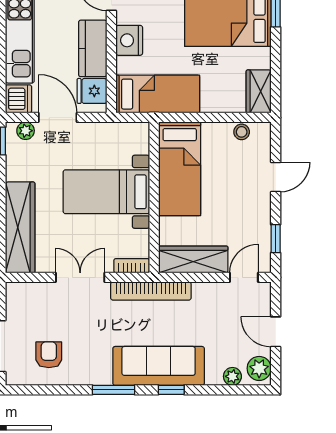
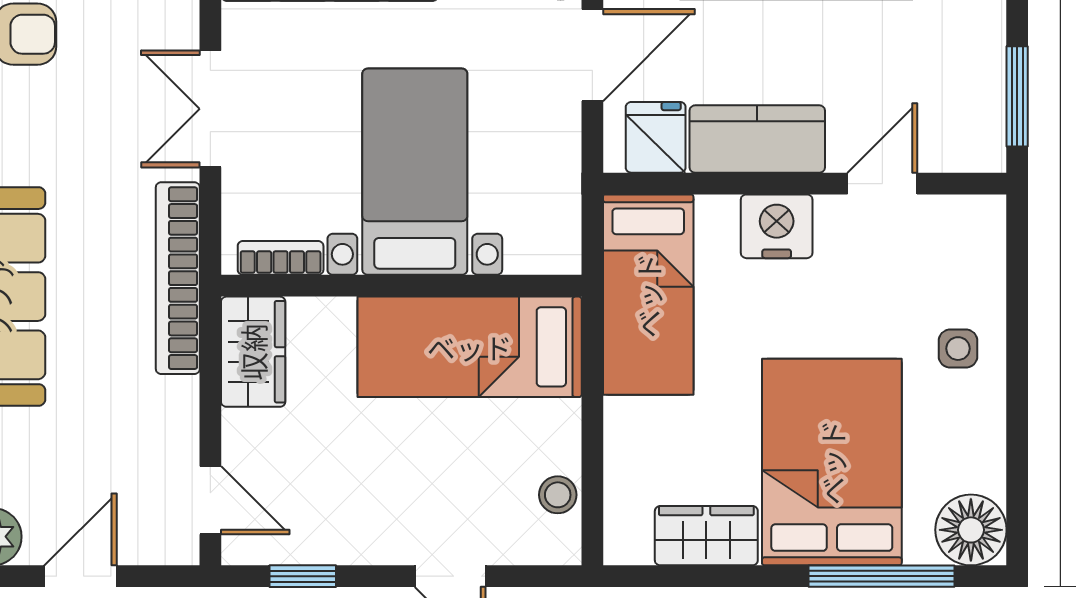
wardrobe: (259, 91) -> (706, 536), moved
wardrobe: (193, 259) -> (253, 352), width x0.67
bookcase: (132, 266) -> (281, 258), moved, turned -90
double door: (80, 277) -> (210, 109), swing flipped

